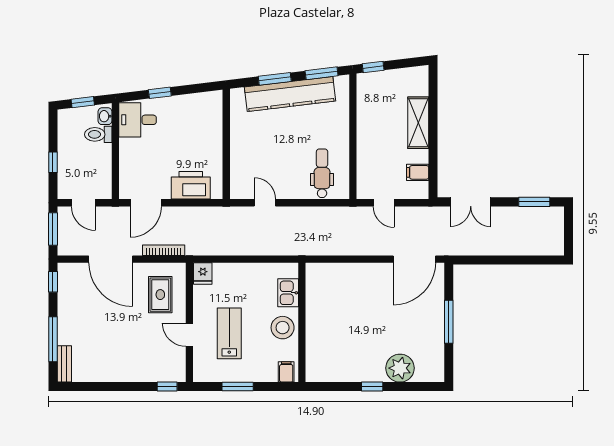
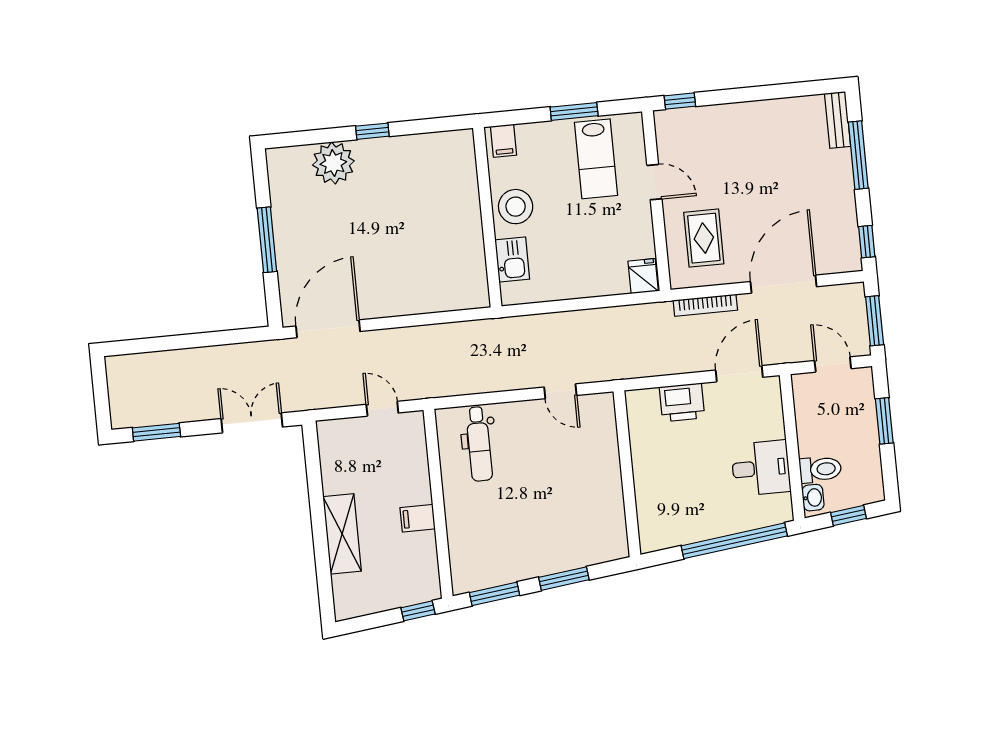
window: (160, 93) -> (734, 541), width x3.17
kitchen counter: (290, 94) -> (539, 558), removed
desk: (138, 120) -> (761, 468), moved
window: (53, 162) -> (884, 421), width x1.50
filing cabinet: (418, 172) -> (418, 518), moved, turned 180
printer: (191, 185) -> (682, 402), width x0.73, depth x0.84
door: (111, 259) -> (784, 284), hinge flipped
lab bench: (229, 333) -> (596, 159), moved

